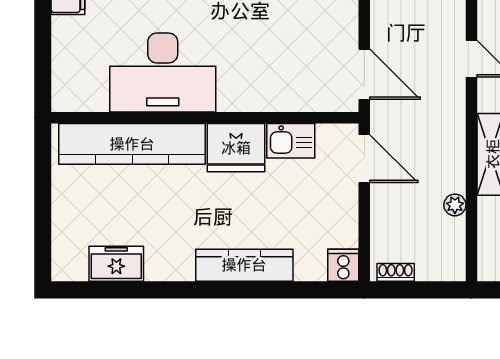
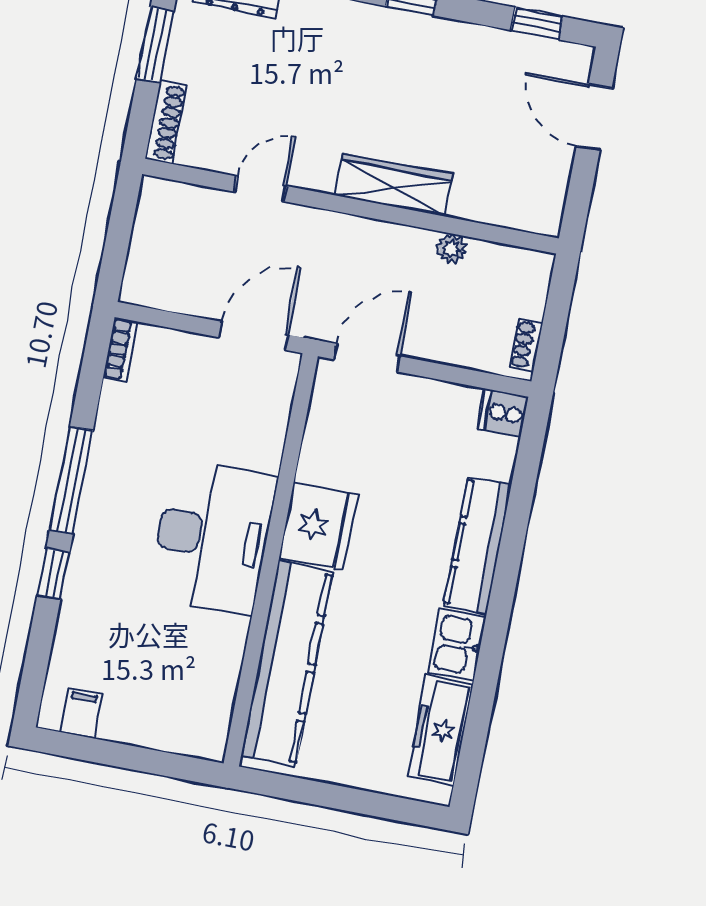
desk: (163, 73) -> (213, 537), moved
kitchen sink: (291, 141) -> (457, 645), moved, turned 180
freezer: (116, 264) -> (440, 730), width x1.40

